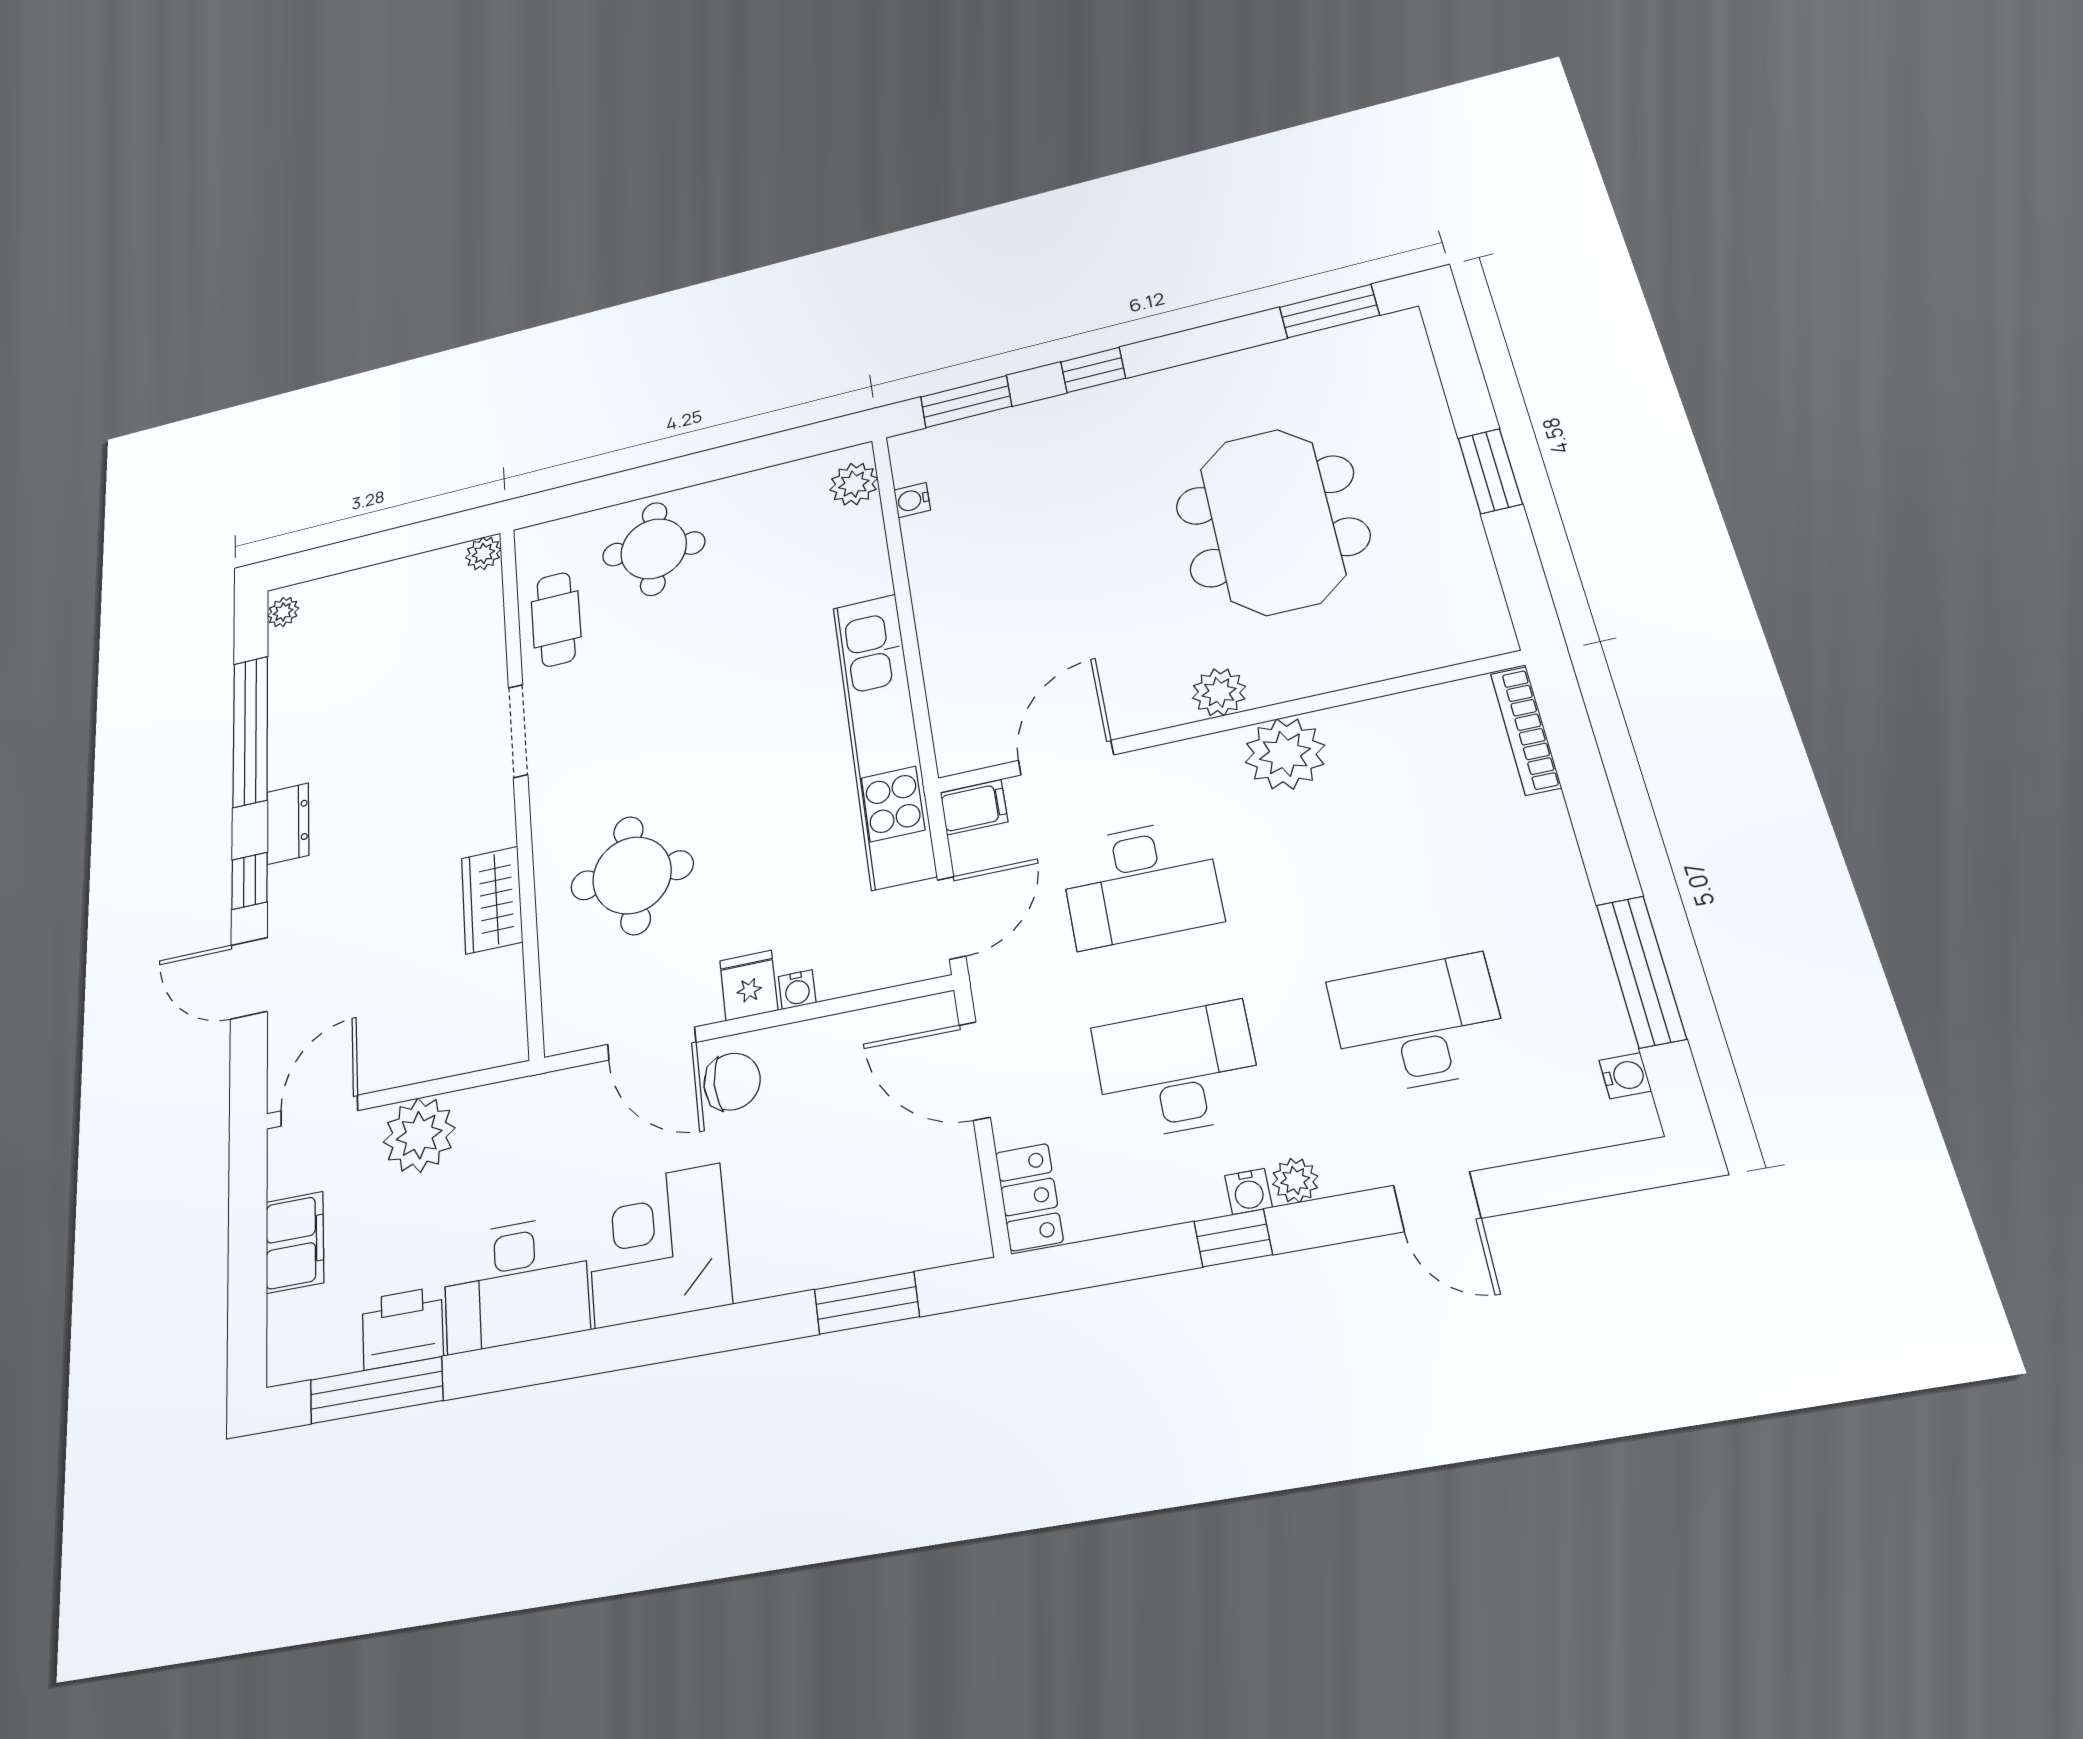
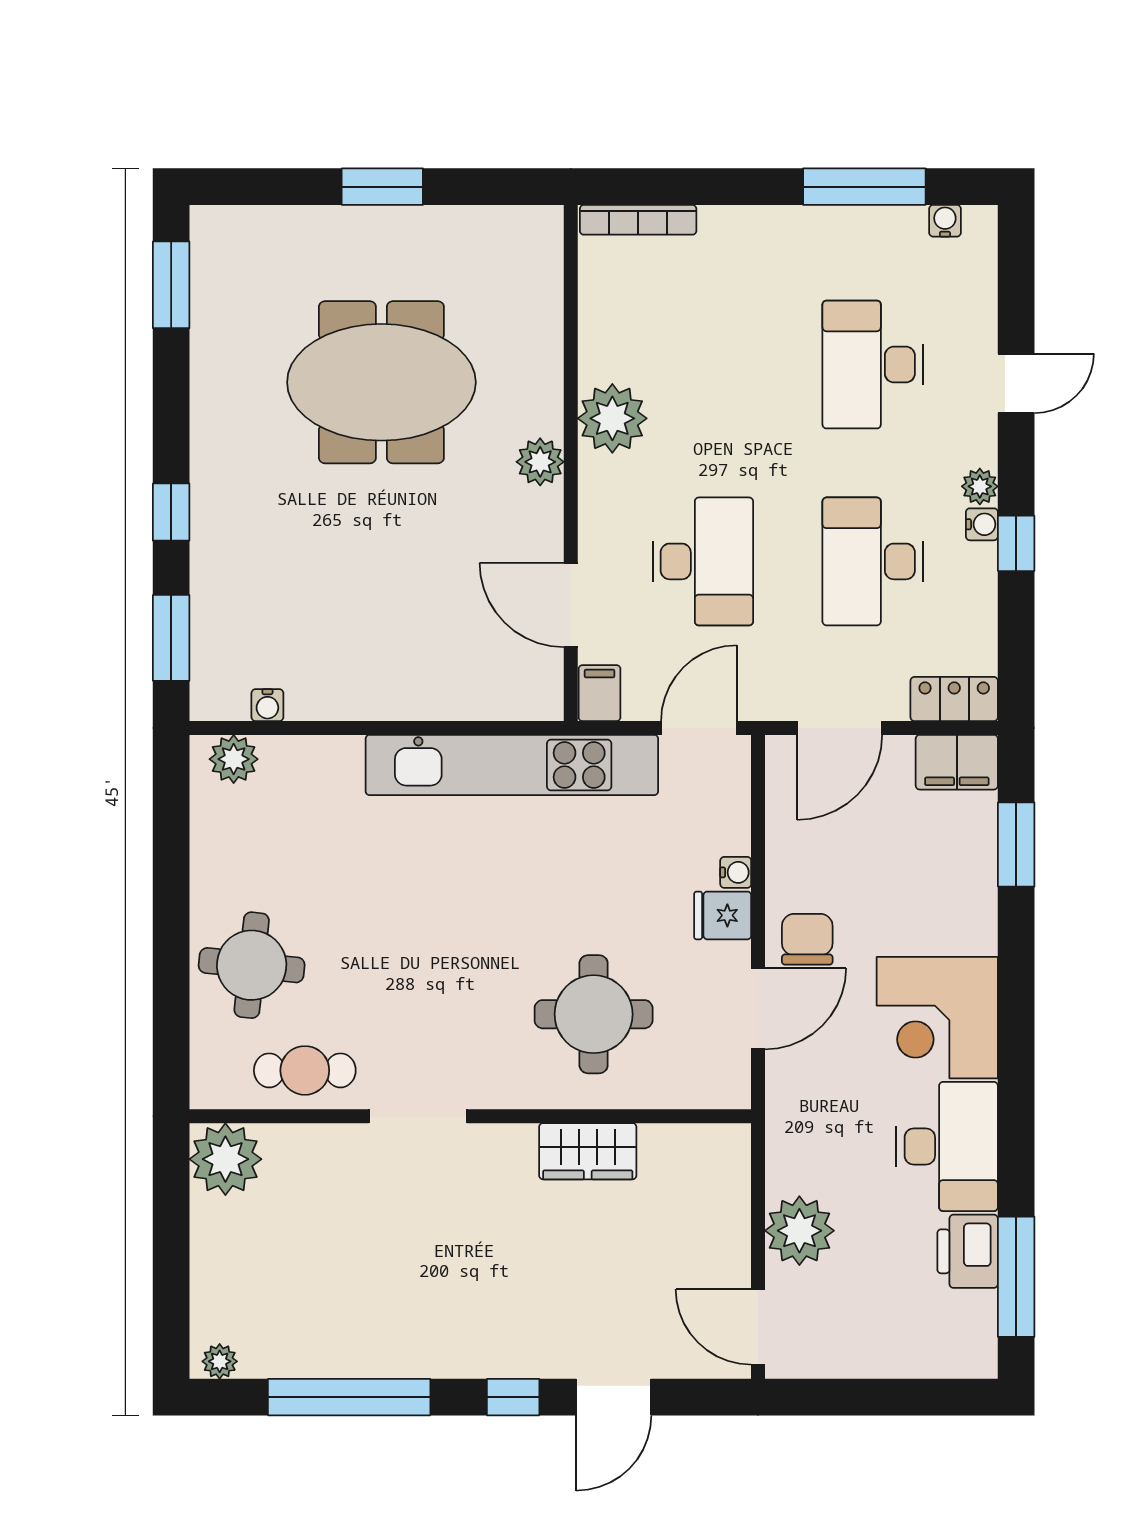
plant: (483, 553) -> (225, 1159), width x1.87, depth x1.87
dresser: (288, 824) -> (461, 1357), removed
door: (952, 918) -> (699, 728), hinge flipped
filing cabinet: (295, 1242) -> (957, 762), moved, turned 180

